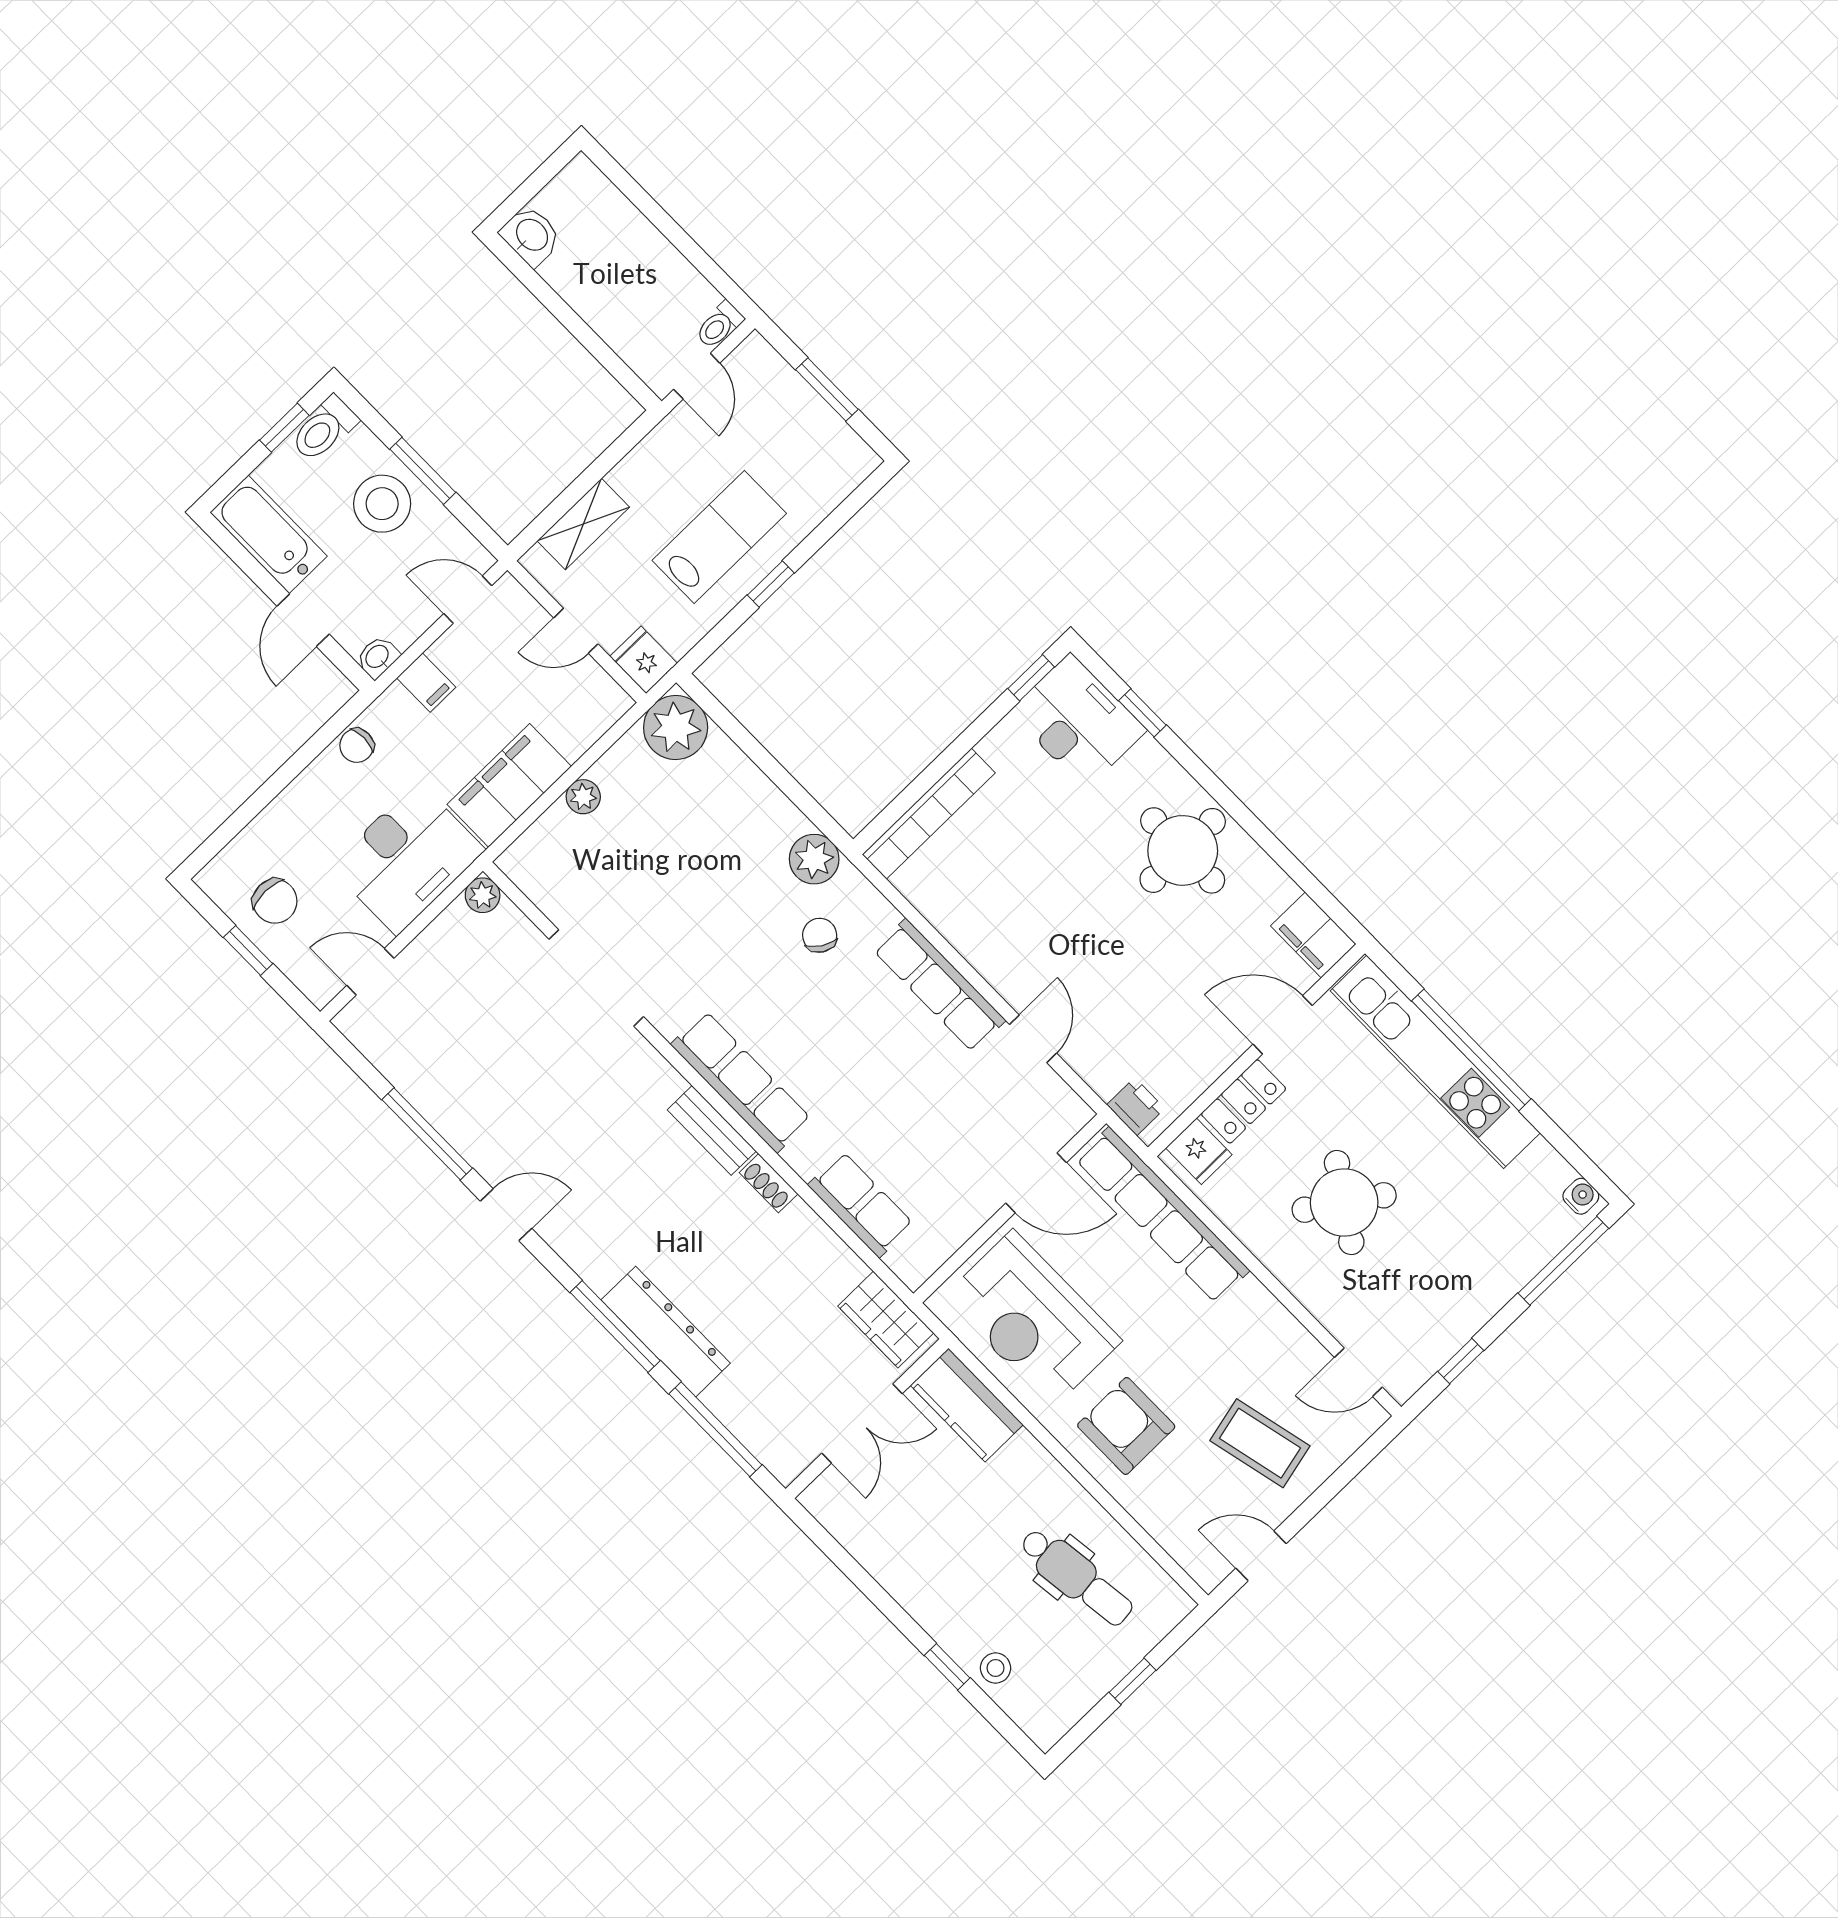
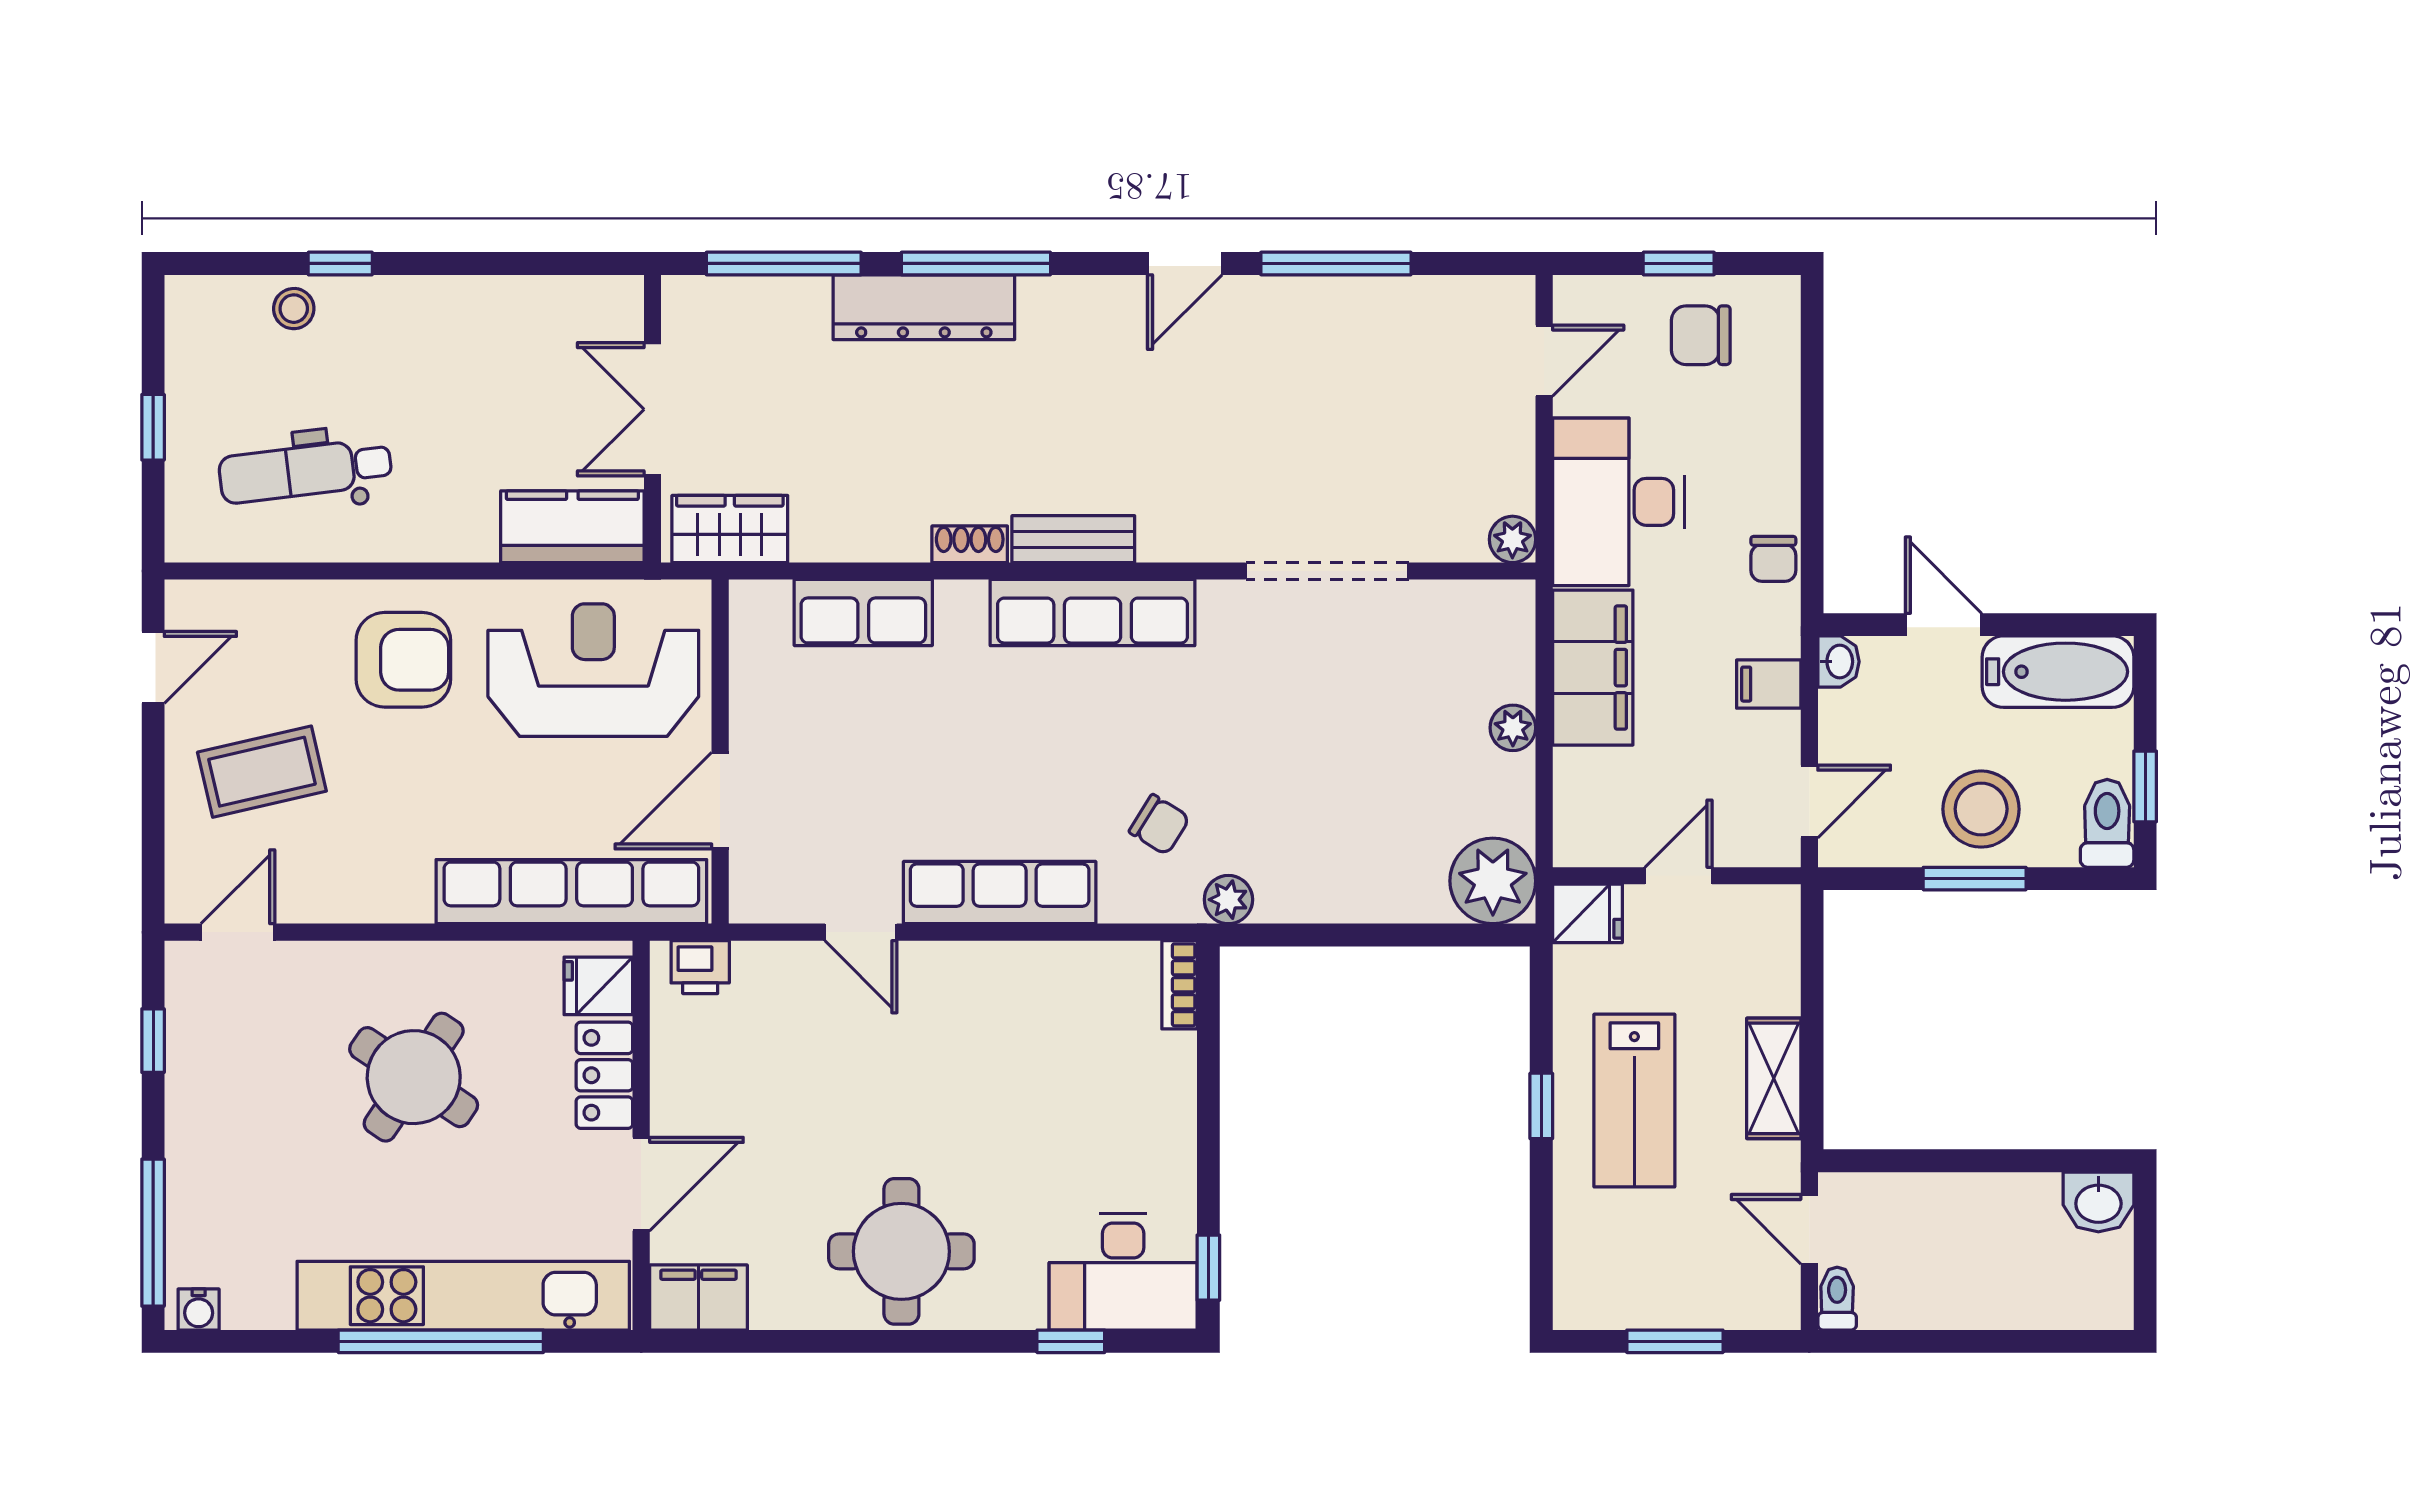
shelving: (583, 524) -> (1774, 1078), moved
chair: (357, 745) -> (1773, 559), turned 180
bookcase: (929, 814) -> (1179, 985), width x0.43, depth x0.76
plant: (814, 859) -> (1228, 900), width x0.73, depth x0.73

